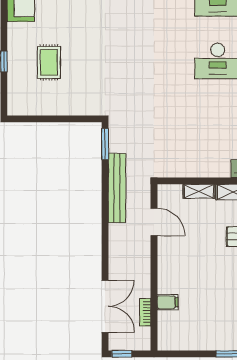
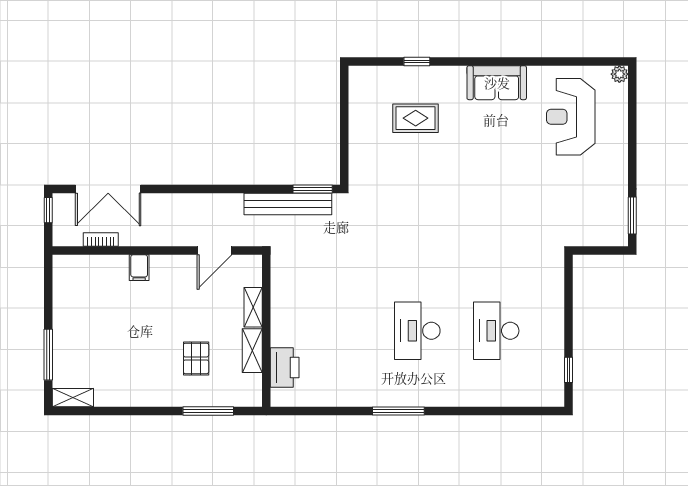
bench: (117, 188) -> (288, 204), moved
filing cabinet: (168, 302) -> (139, 268), moved

